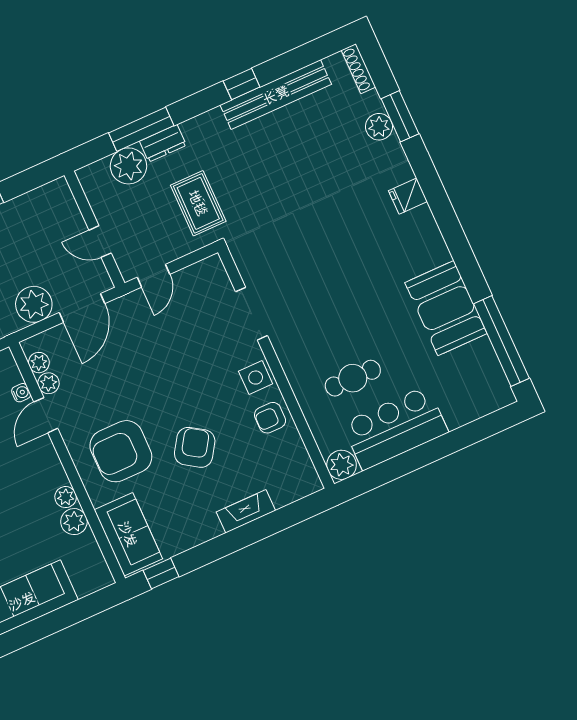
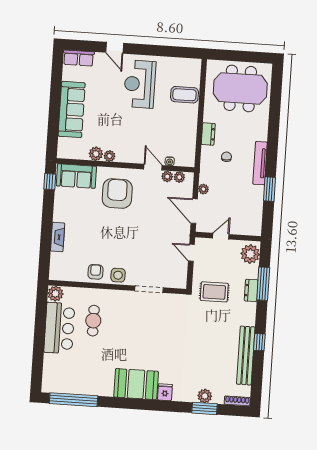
plant: (128, 166) -> (250, 254), moved
plant: (34, 304) -> (203, 189), width x0.53, depth x0.53
booth: (446, 308) -> (136, 384), moved
armchair: (195, 447) -> (100, 229), removed

